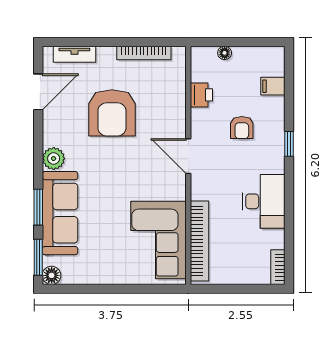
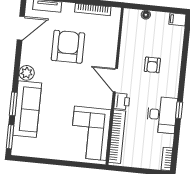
filing cabinet: (273, 86) -> (177, 19), moved
printer: (201, 95) -> (122, 101), moved
armchair: (112, 113) -> (68, 47), turned 180
window: (289, 144) -> (179, 110), moved
floor lamp: (52, 275) -> (18, 150), removed

